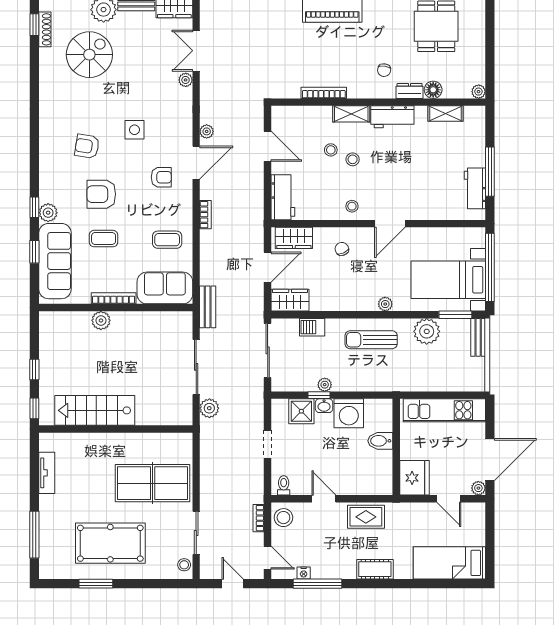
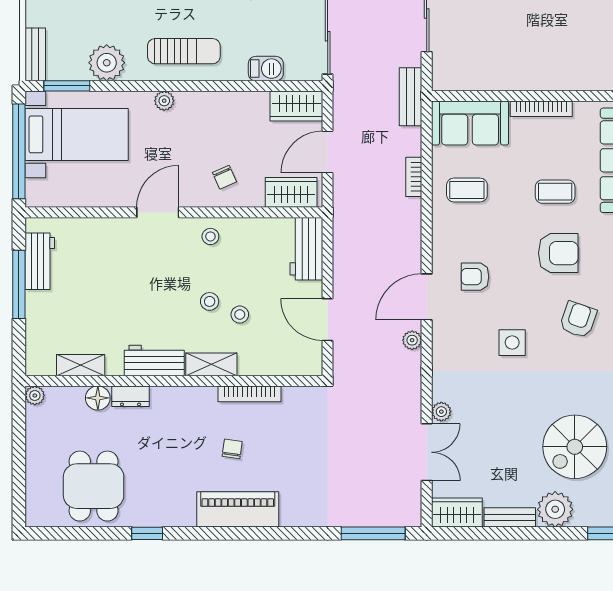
chair: (384, 70) -> (232, 449), moved
armchair: (87, 146) -> (578, 320), turned -80
bookcase: (205, 215) -> (414, 177), moved
plant: (101, 320) -> (559, 78), removed

